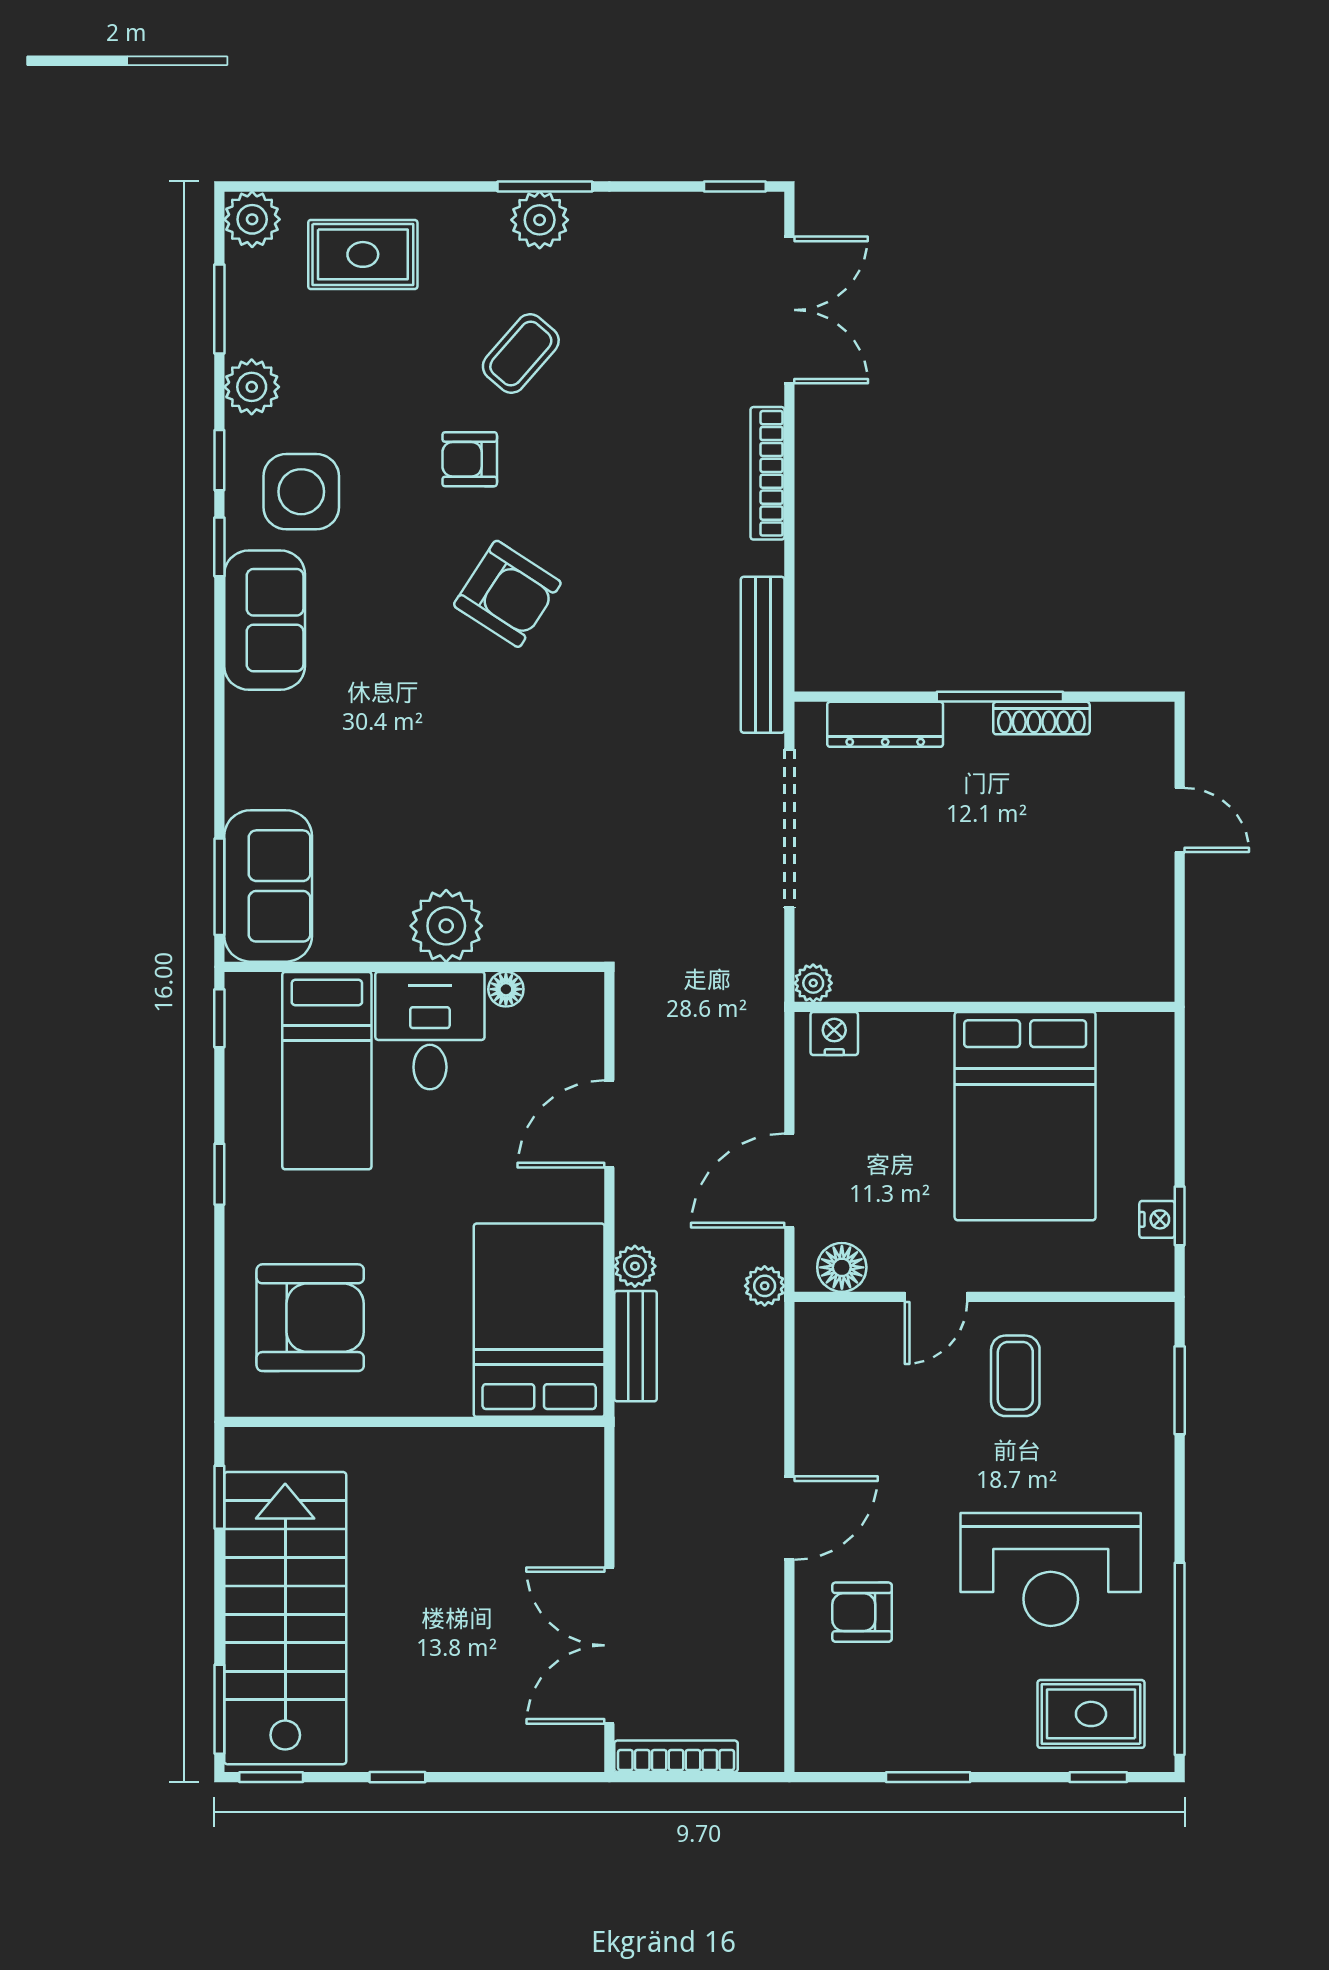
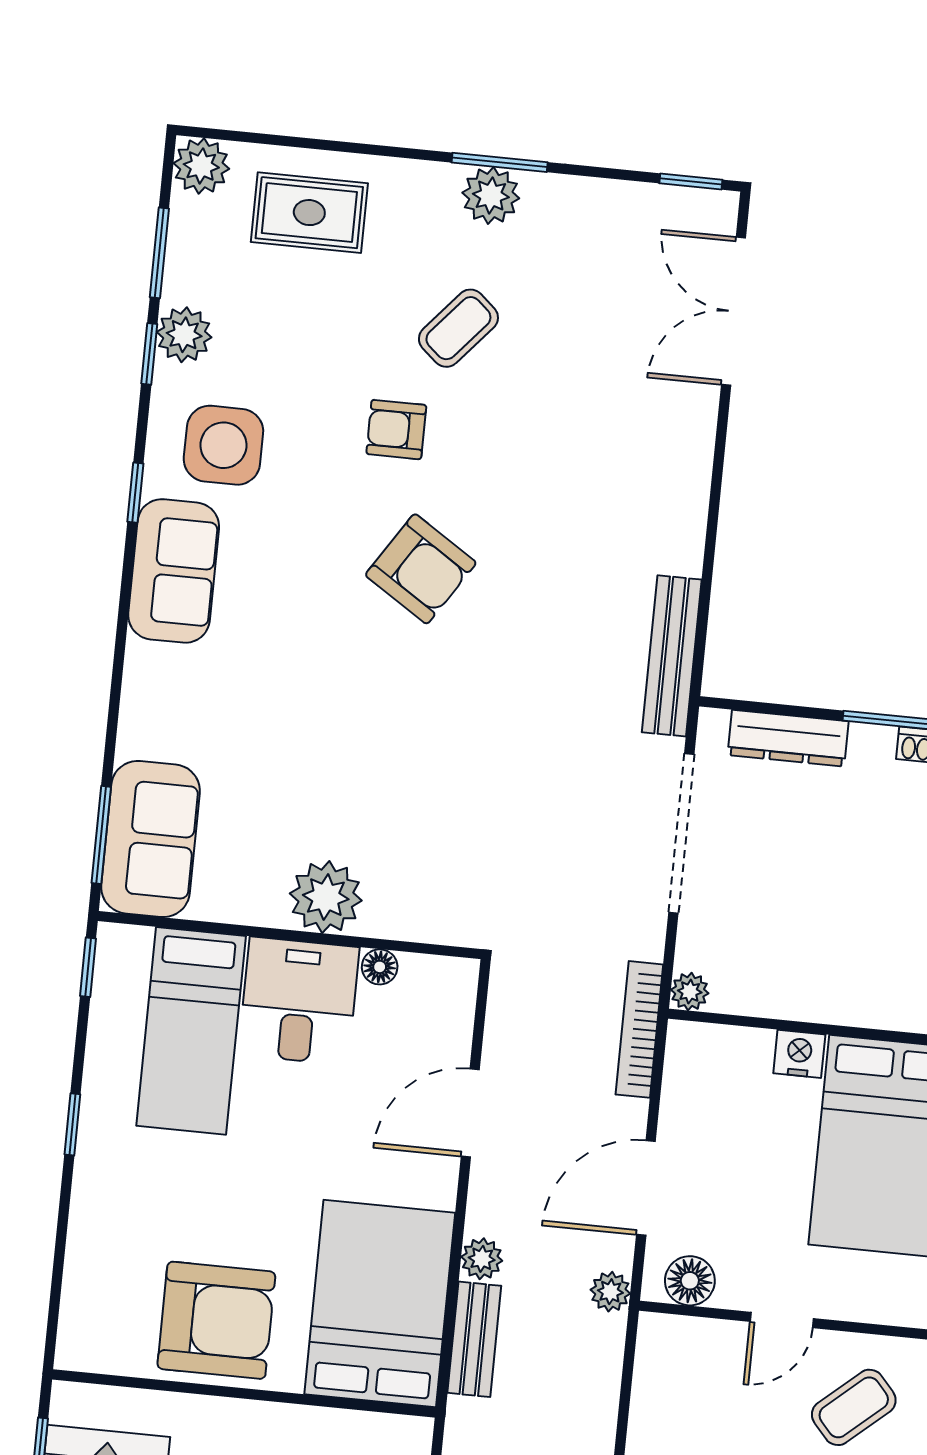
double door: (789, 310) -> (733, 311), swing flipped
window: (219, 460) -> (149, 354), moved
bookcase: (768, 473) -> (639, 1029), moved
nightstand: (834, 1033) -> (799, 1054), moved
armchair: (310, 1318) -> (216, 1320), moved
coffee table: (1015, 1376) -> (854, 1407), turned 49

